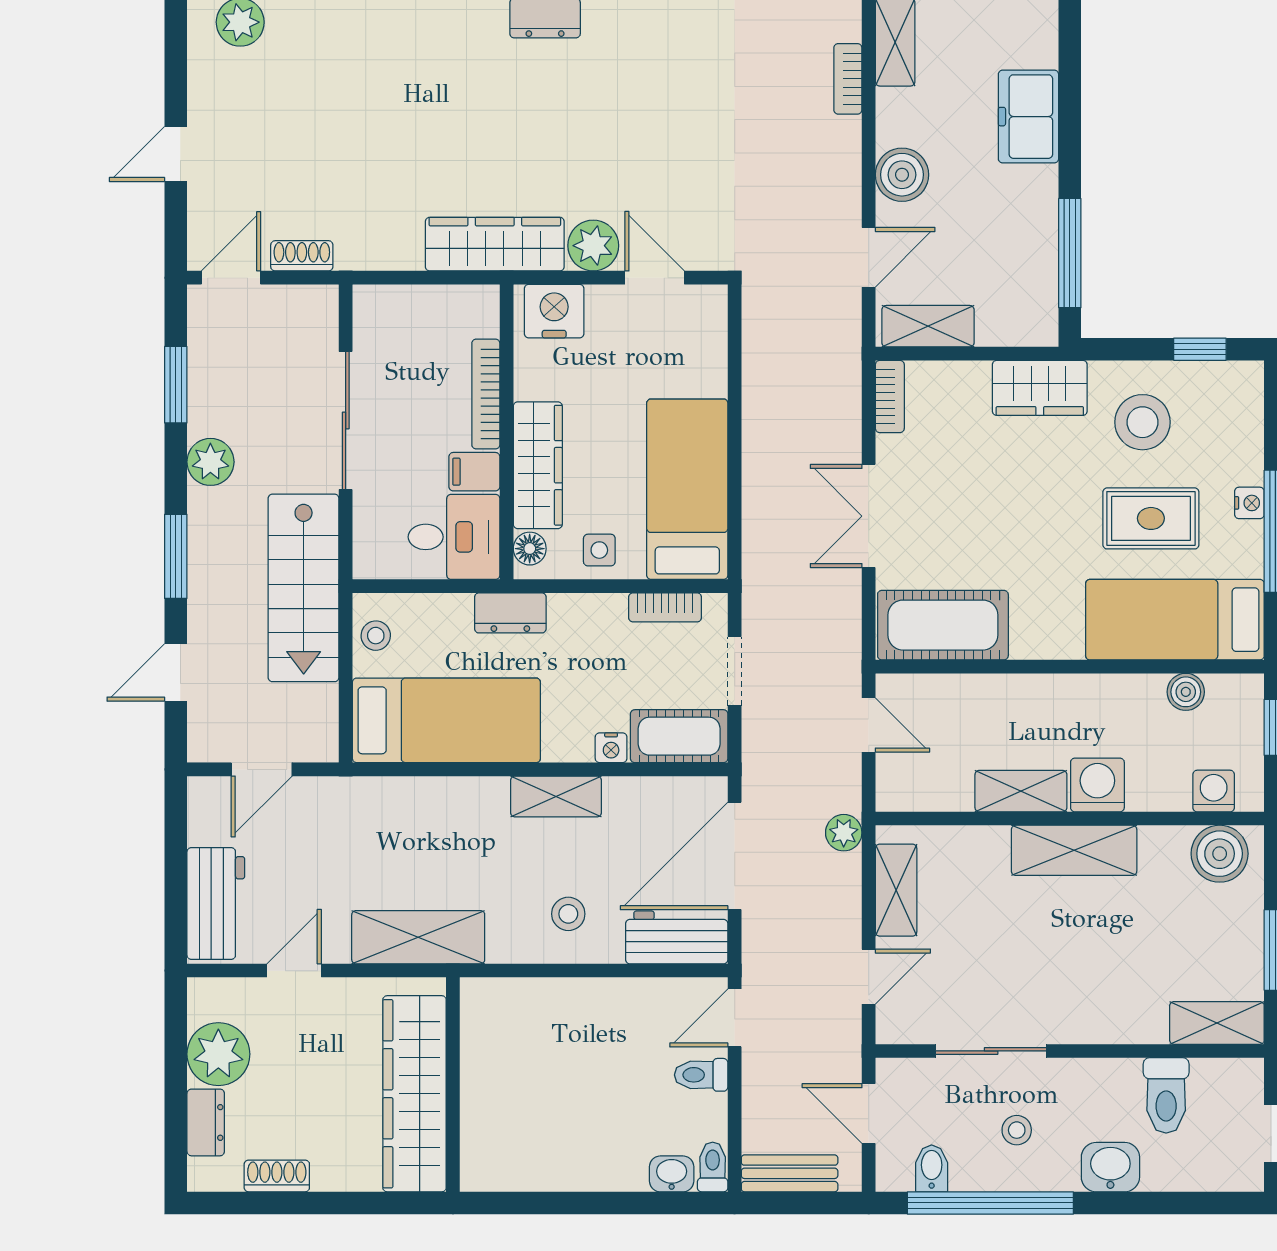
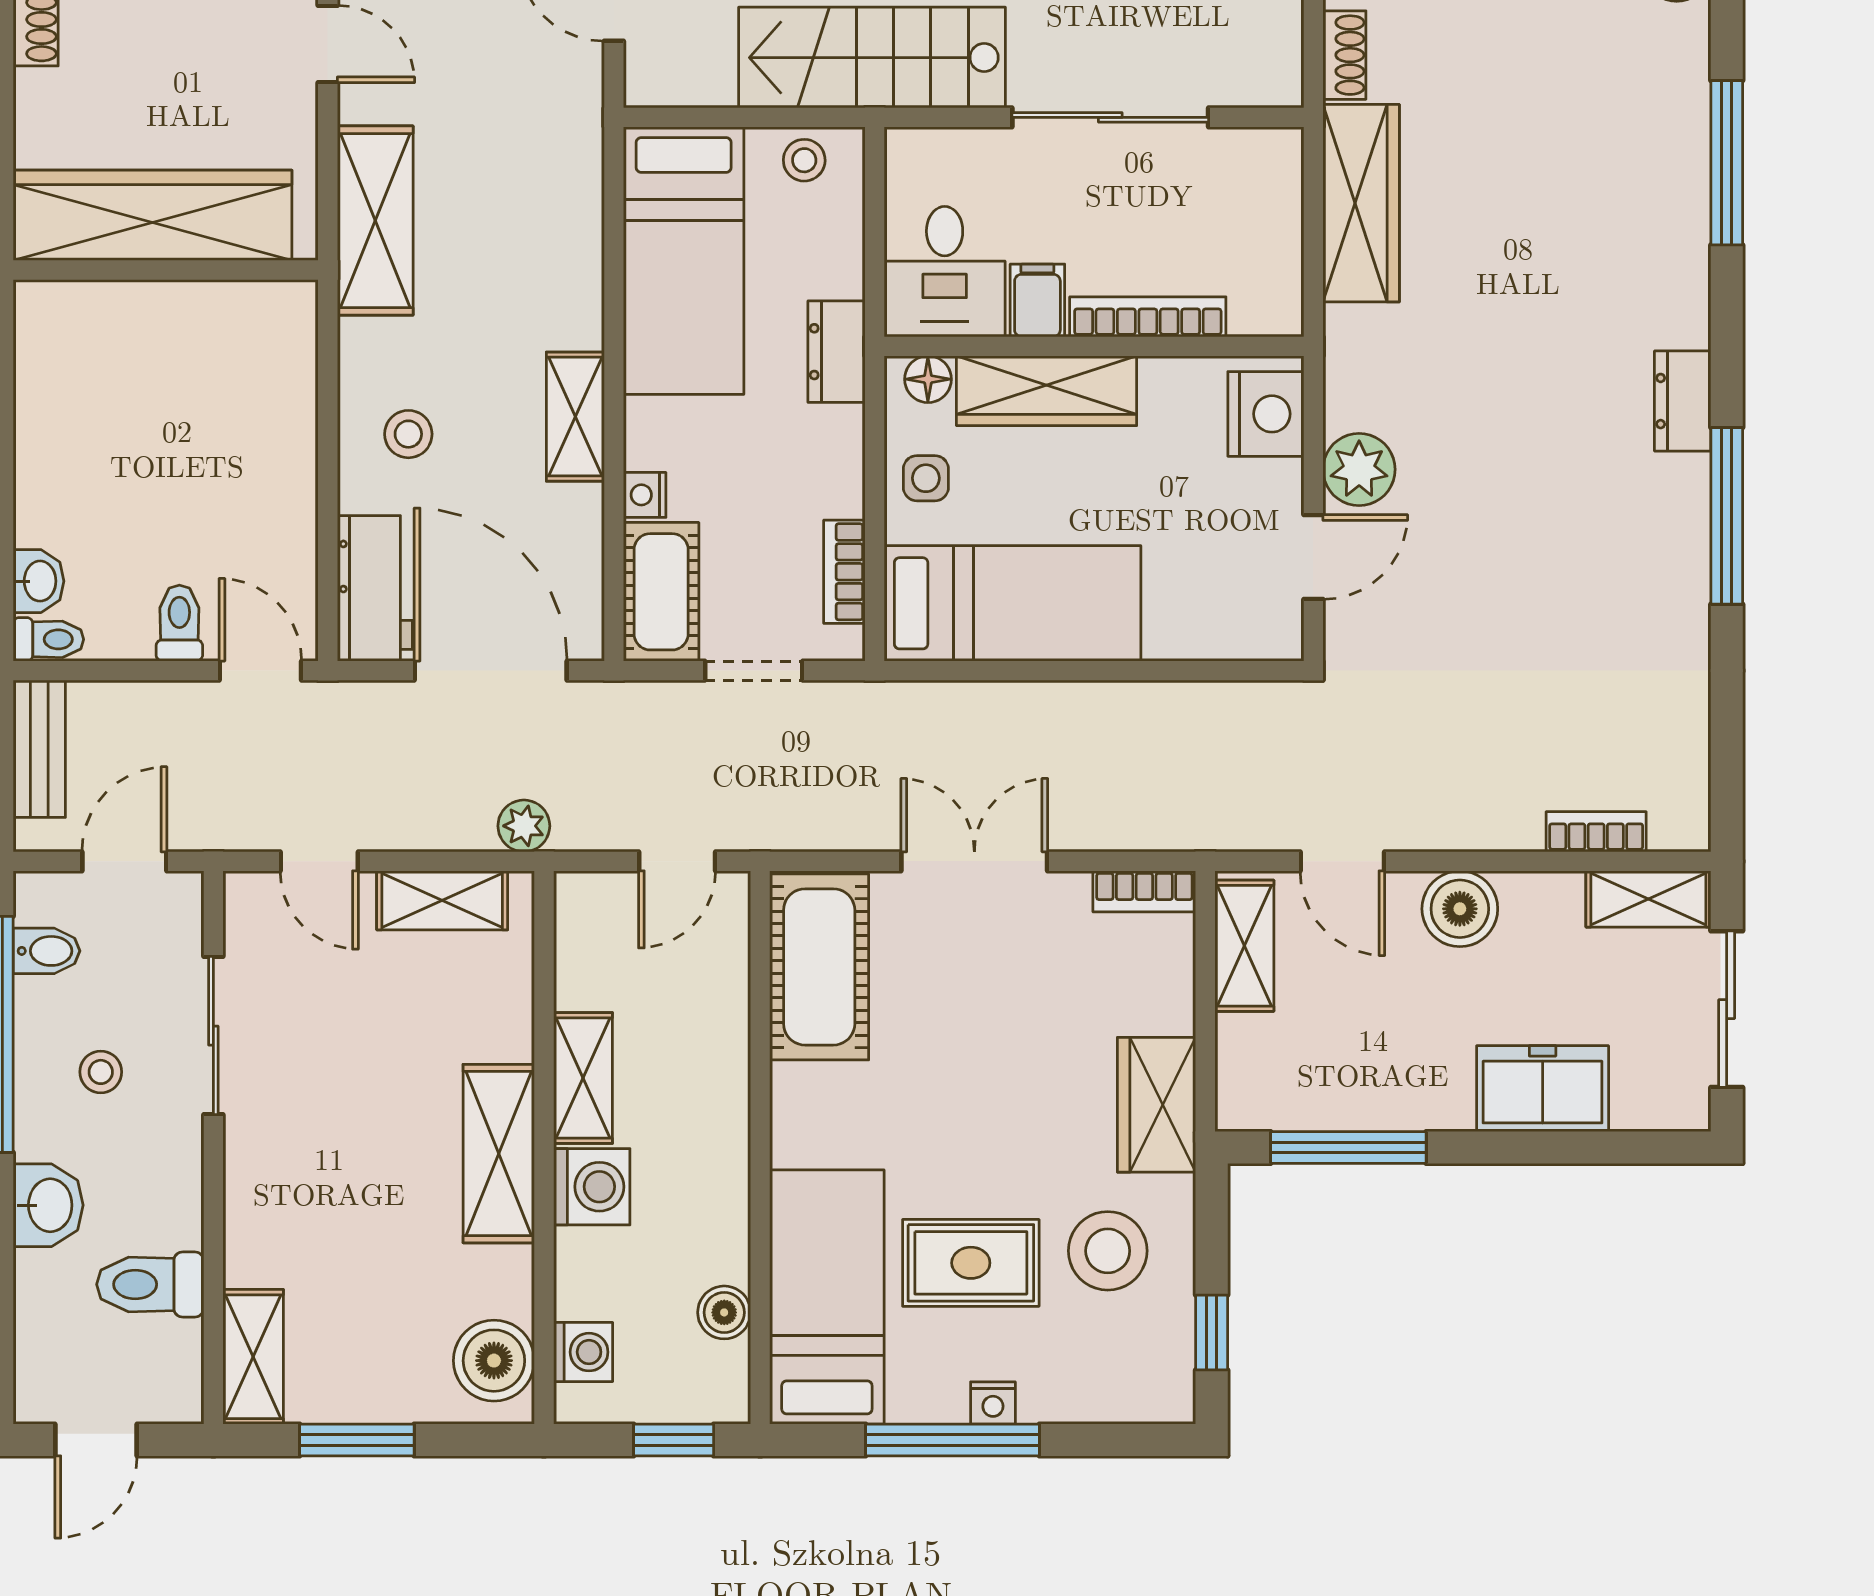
wardrobe: (495, 244) -> (1361, 203), moved
rug: (1151, 518) -> (971, 1263), turned 90

